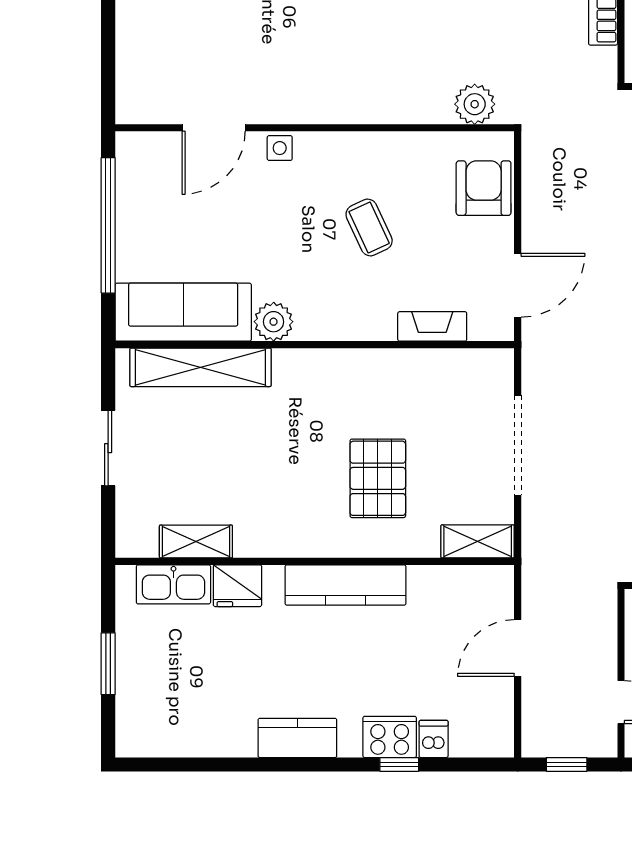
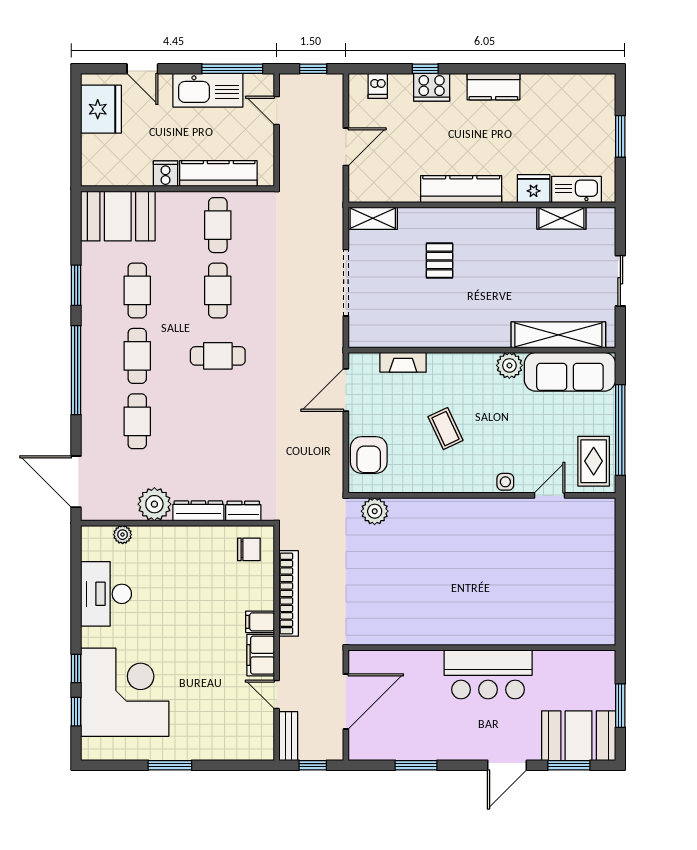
door: (214, 128) -> (550, 495), width x0.73
rug: (148, 179) -> (594, 461), added
pallet: (378, 478) -> (440, 261), width x0.67, depth x0.71
dishwasher: (434, 739) -> (378, 86), moved

